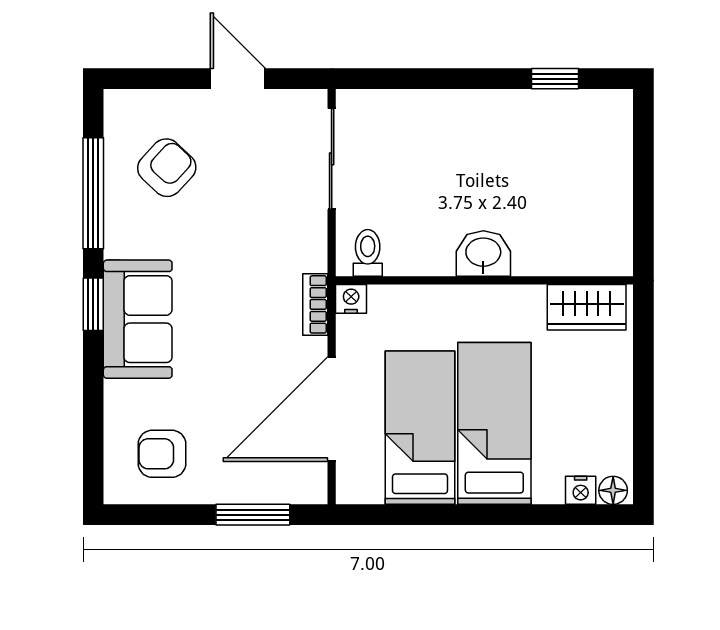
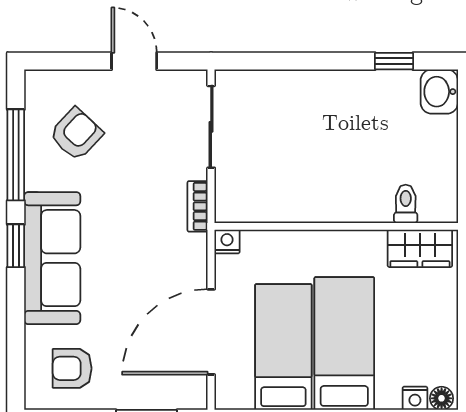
toilet: (368, 253) -> (406, 204), moved
washbasin: (483, 253) -> (439, 92), moved, turned -90
bookcase: (315, 304) -> (198, 206), moved
sofa: (138, 319) -> (52, 258), width x1.36

